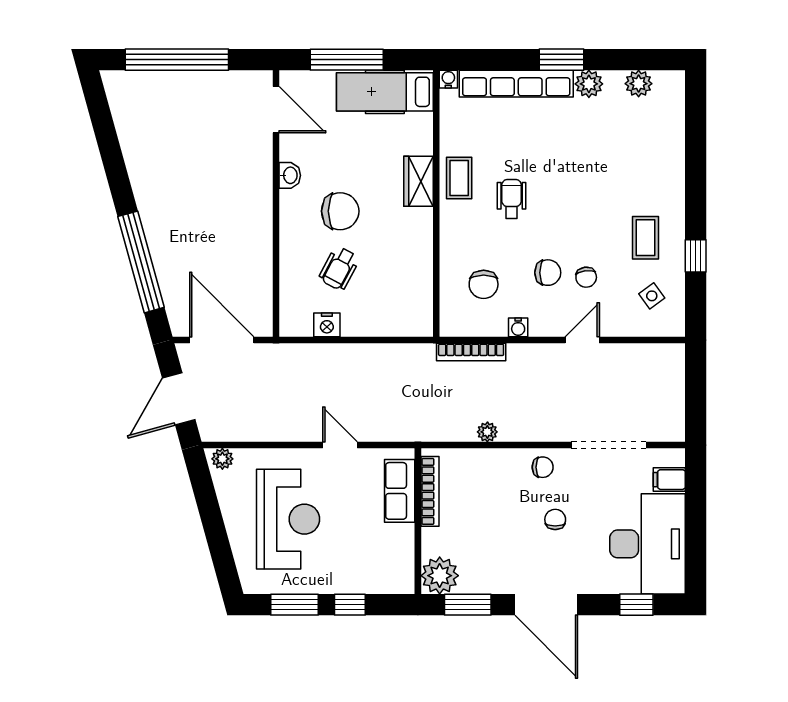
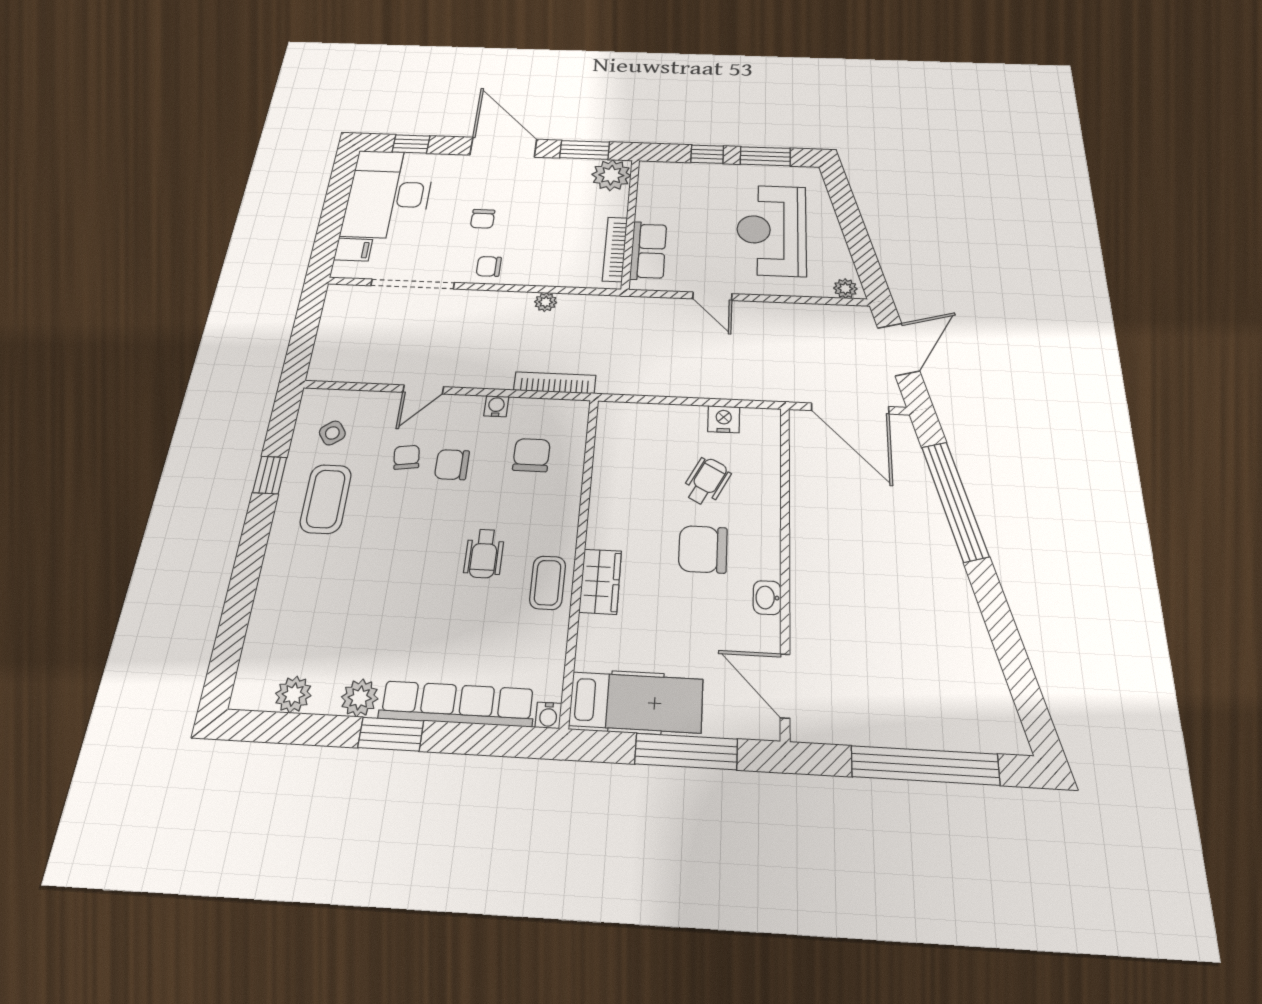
coffee table: (646, 238) -> (326, 499), width x1.36, depth x1.30

